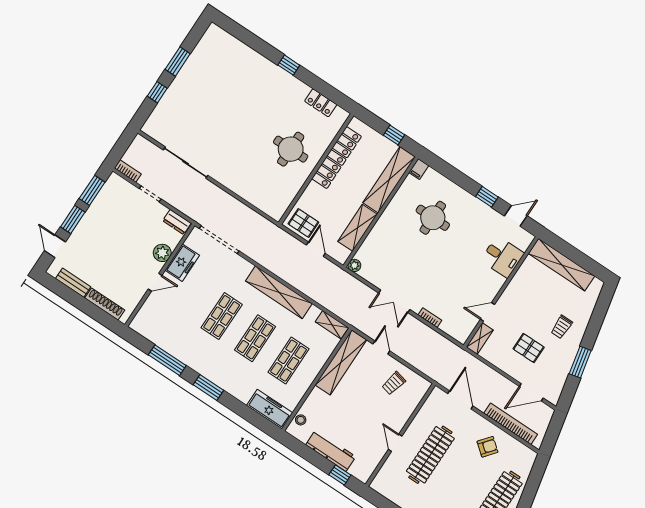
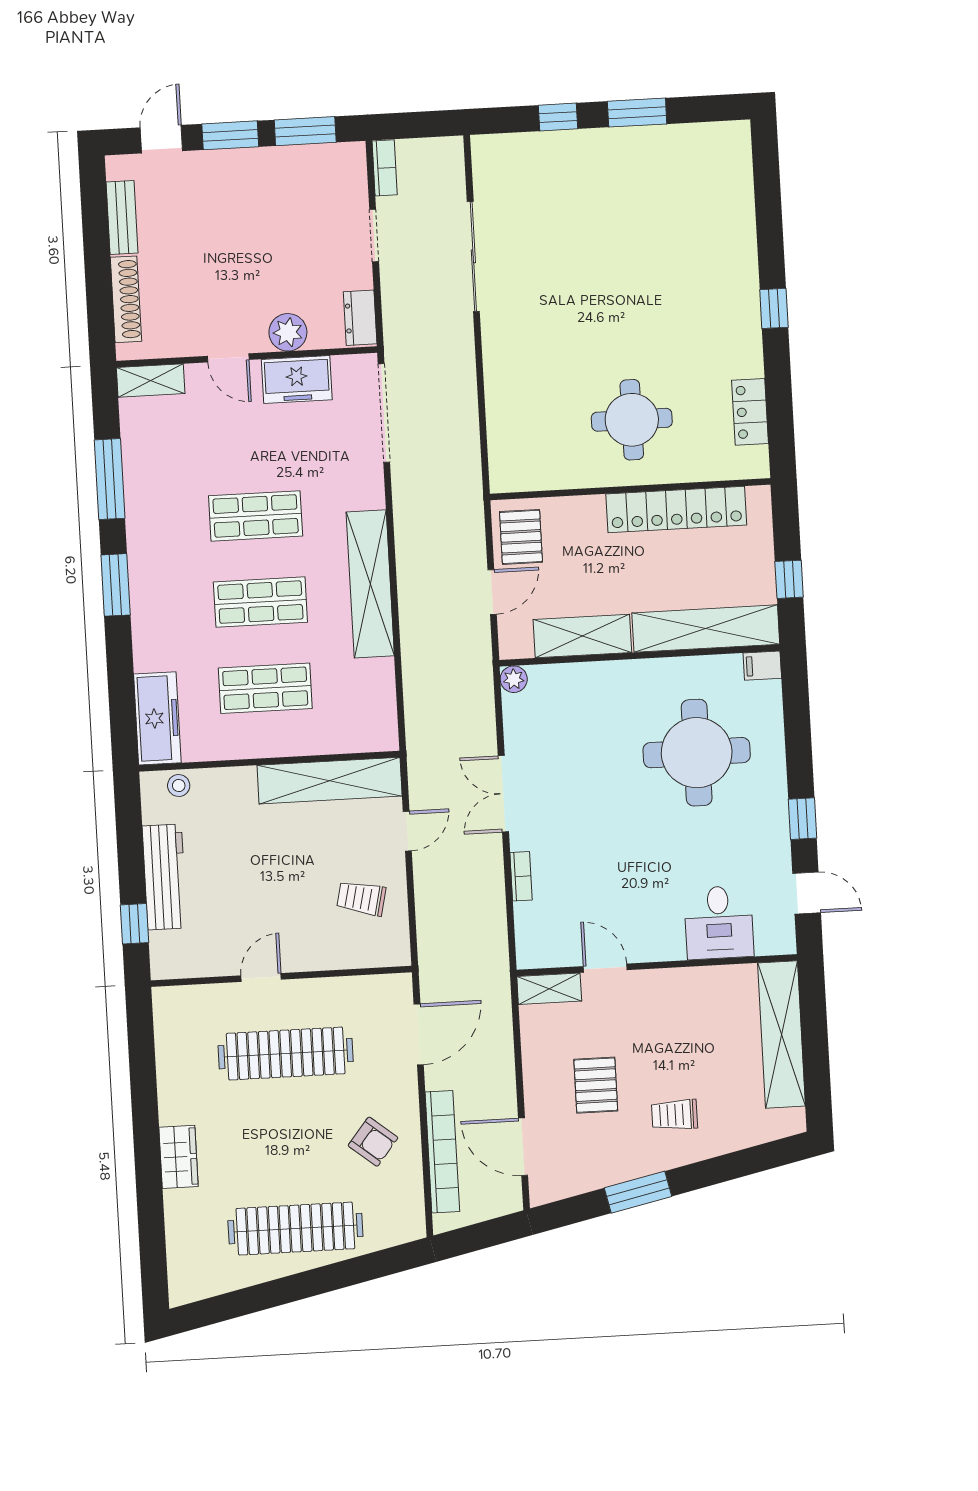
round table: (433, 218) -> (697, 753), width x1.36, depth x1.36
shelving: (332, 325) -> (151, 381), moved, turned 90

